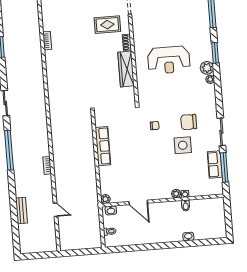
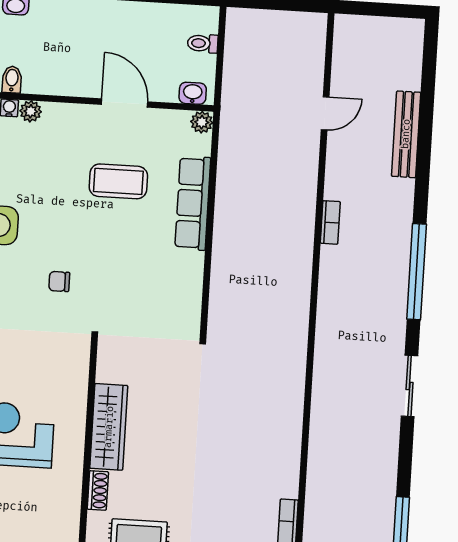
row of seats: (103, 146) -> (193, 203), moved
coffee table: (136, 170) -> (118, 181), added
door: (56, 210) -> (325, 113), swing flipped
bench: (22, 211) -> (406, 134), width x1.36

